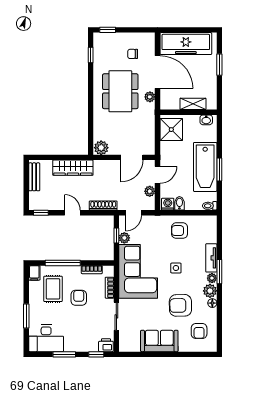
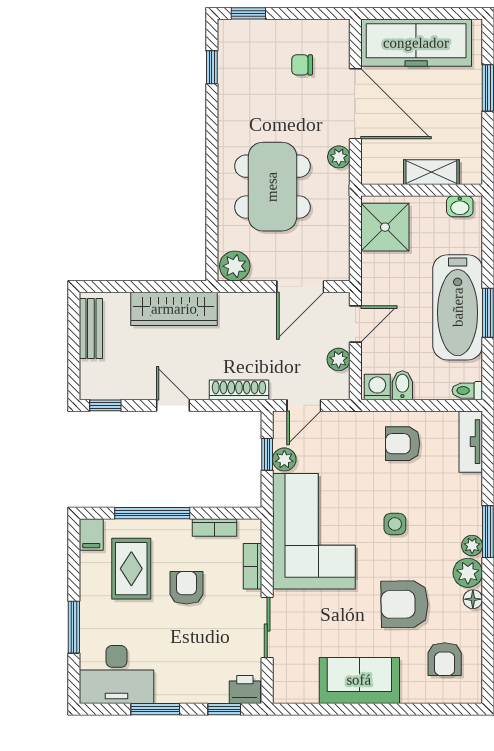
dining table: (120, 91) -> (272, 187), moved
tv unit: (211, 258) -> (471, 442), moved

